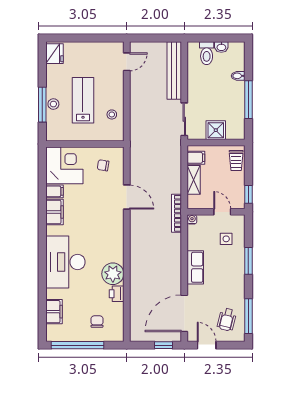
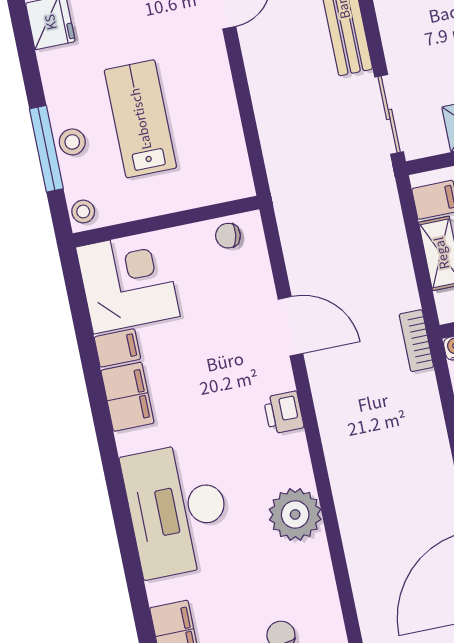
stool: (112, 114) -> (83, 212), moved
chair: (103, 165) -> (228, 236), moved
bookcase: (177, 213) -> (416, 341), width x0.64
printer: (117, 294) -> (284, 413), moved

